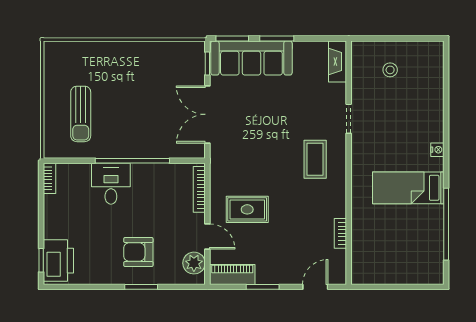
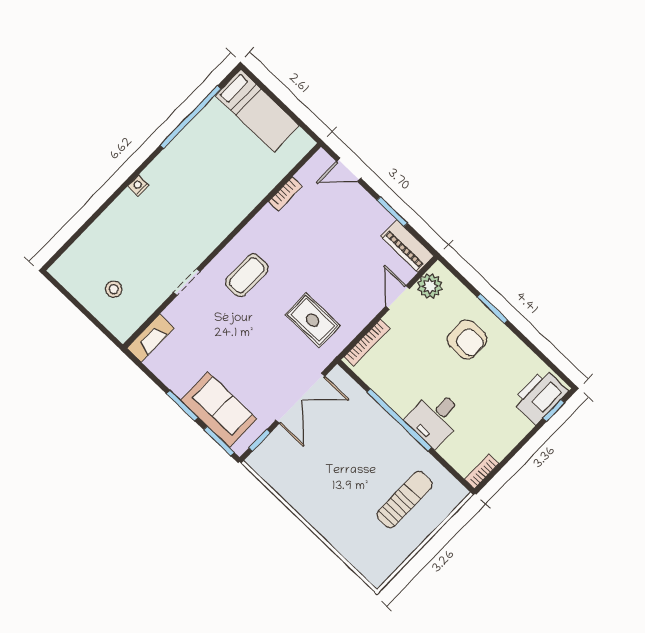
sofa: (251, 58) -> (219, 410), width x0.73
bed: (408, 188) -> (257, 111), moved
rug: (247, 209) -> (313, 320), moved

